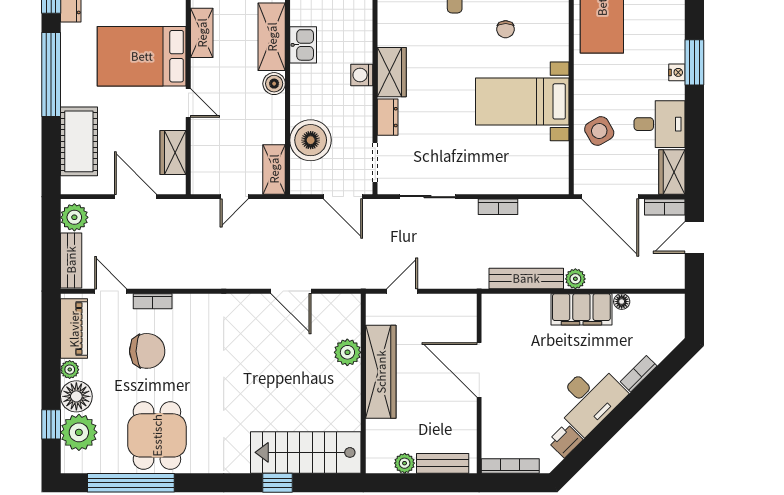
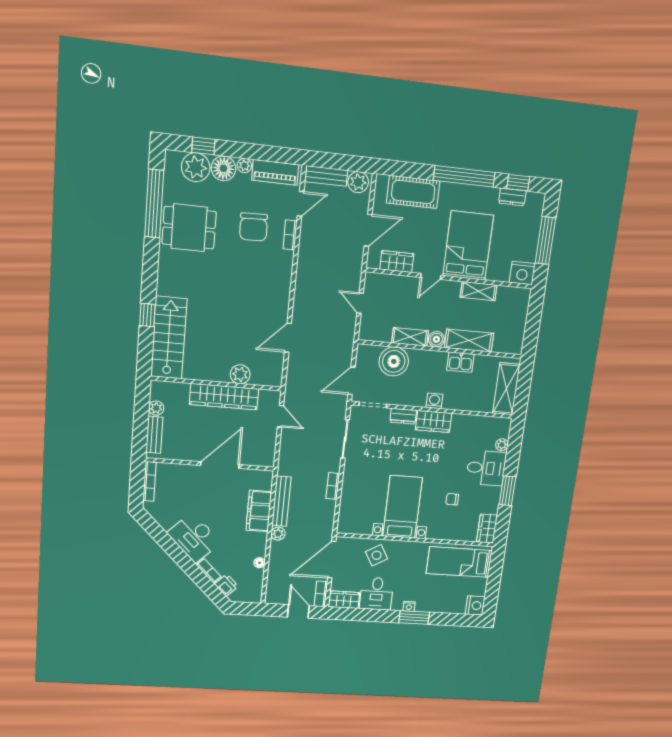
shelving: (274, 169) -> (410, 337), moved
filing cabinet: (581, 309) -> (259, 511), moved
printer: (565, 440) -> (226, 585), moved

